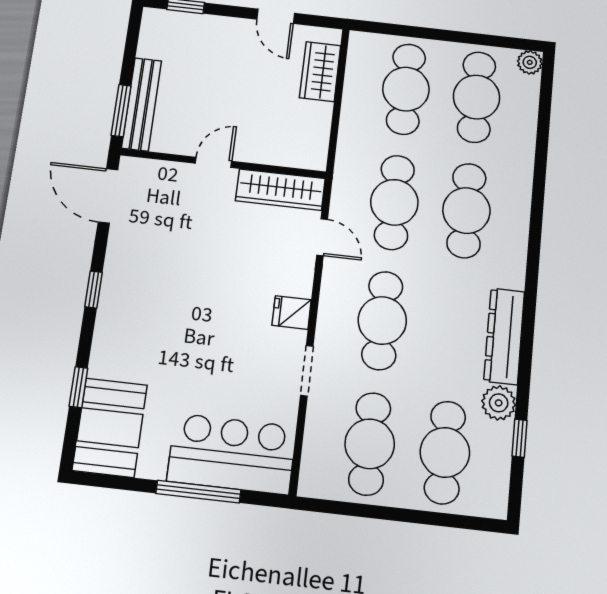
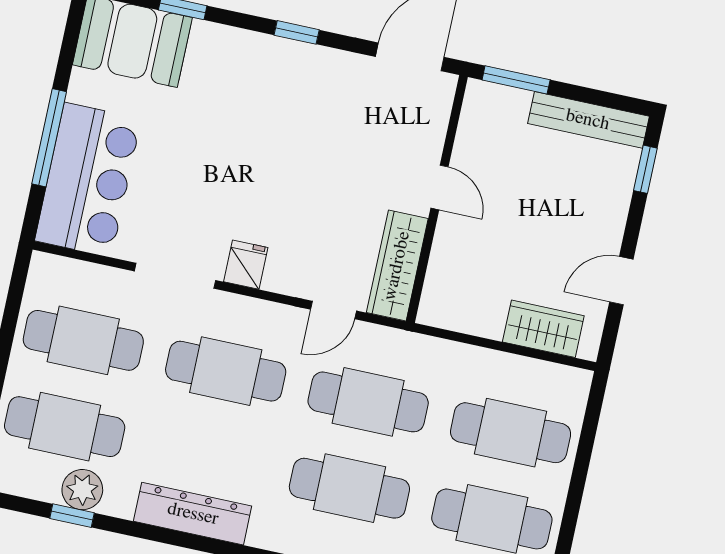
bench: (142, 104) -> (588, 120), moved
doorway: (307, 371) -> (175, 276), width x1.38
plant: (499, 403) -> (82, 490), moved

